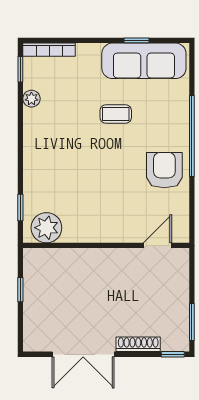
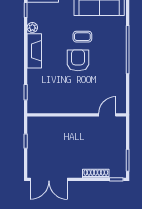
fireplace: (35, 138) -> (34, 51), added
armchair: (164, 170) -> (78, 60), moved
plant: (46, 228) -> (41, 104), removed
double door: (83, 354) -> (49, 179), moved

